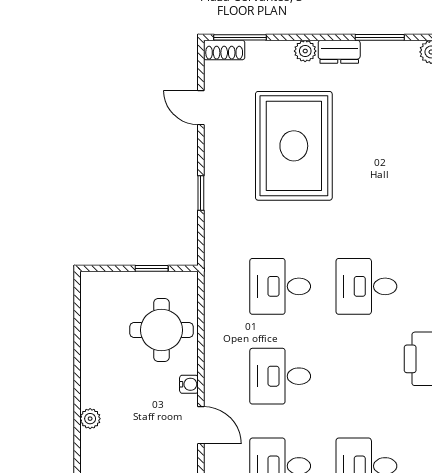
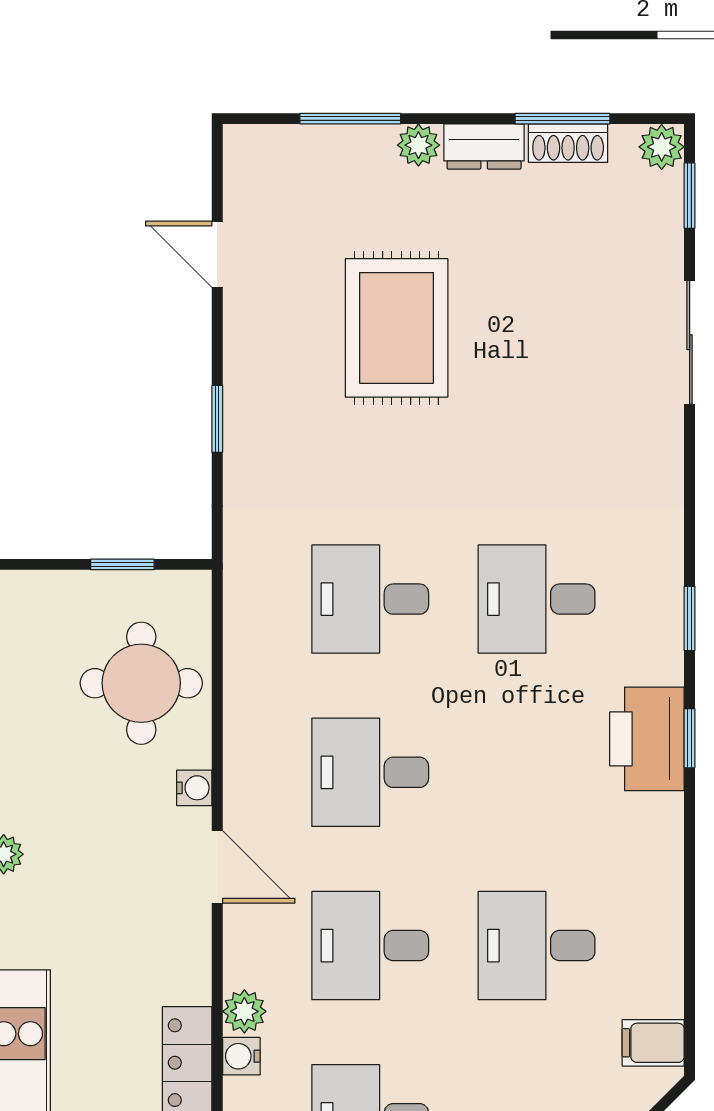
window: (240, 37) -> (350, 119), moved
shoe rack: (224, 50) -> (568, 143), moved
rug: (294, 146) -> (397, 328), width x0.73, depth x0.69

